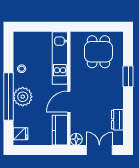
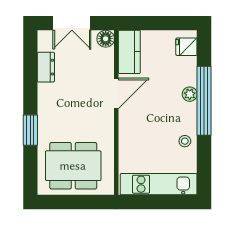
dining table: (98, 52) -> (73, 166), width x1.37
kitchen unit: (60, 58) -> (159, 184), moved, turned -90
plant: (23, 97) -> (190, 94), width x0.53, depth x0.53

